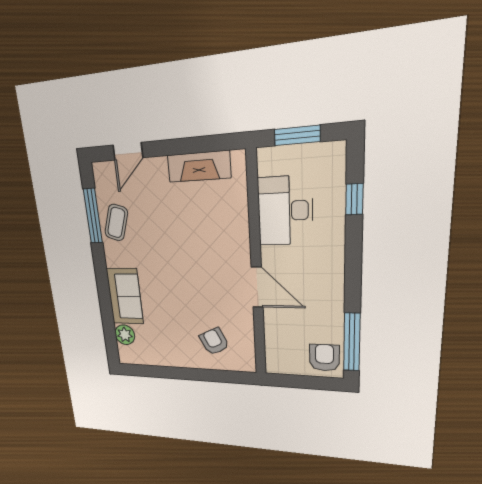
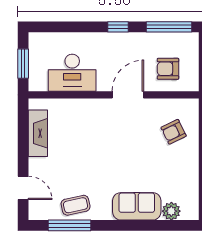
window: (354, 199) -> (118, 27), moved
coffee table: (116, 223) -> (76, 205), turned -30
armchair: (324, 358) -> (168, 69), moved

